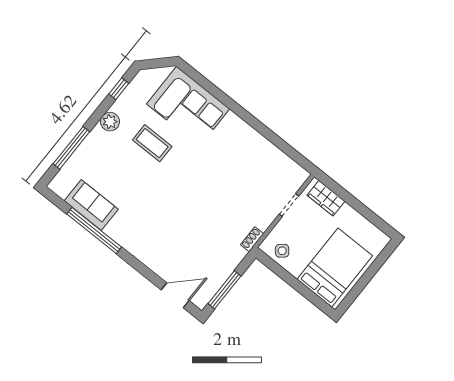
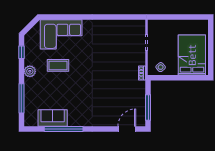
wardrobe: (326, 198) -> (161, 25), removed

